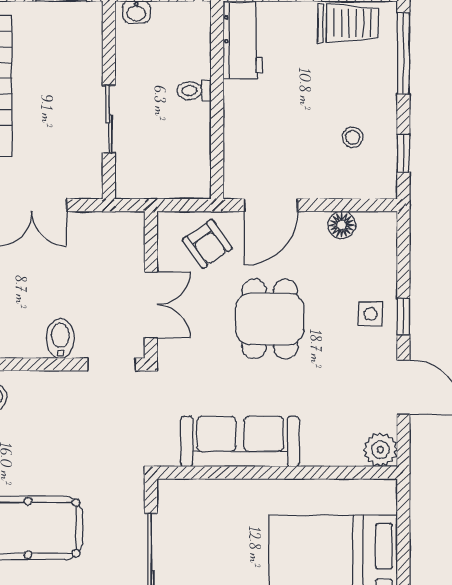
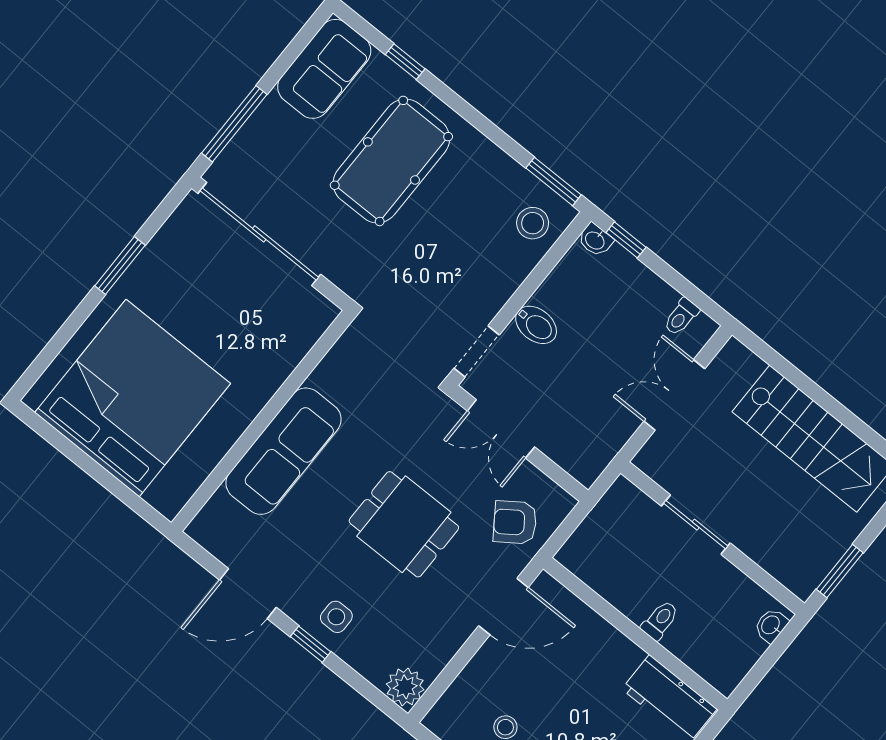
door: (271, 205) -> (504, 607), swing flipped
floor lamp: (342, 225) -> (436, 655), removed
sofa: (240, 441) -> (284, 451), moved
plant: (380, 450) -> (405, 687), moved

